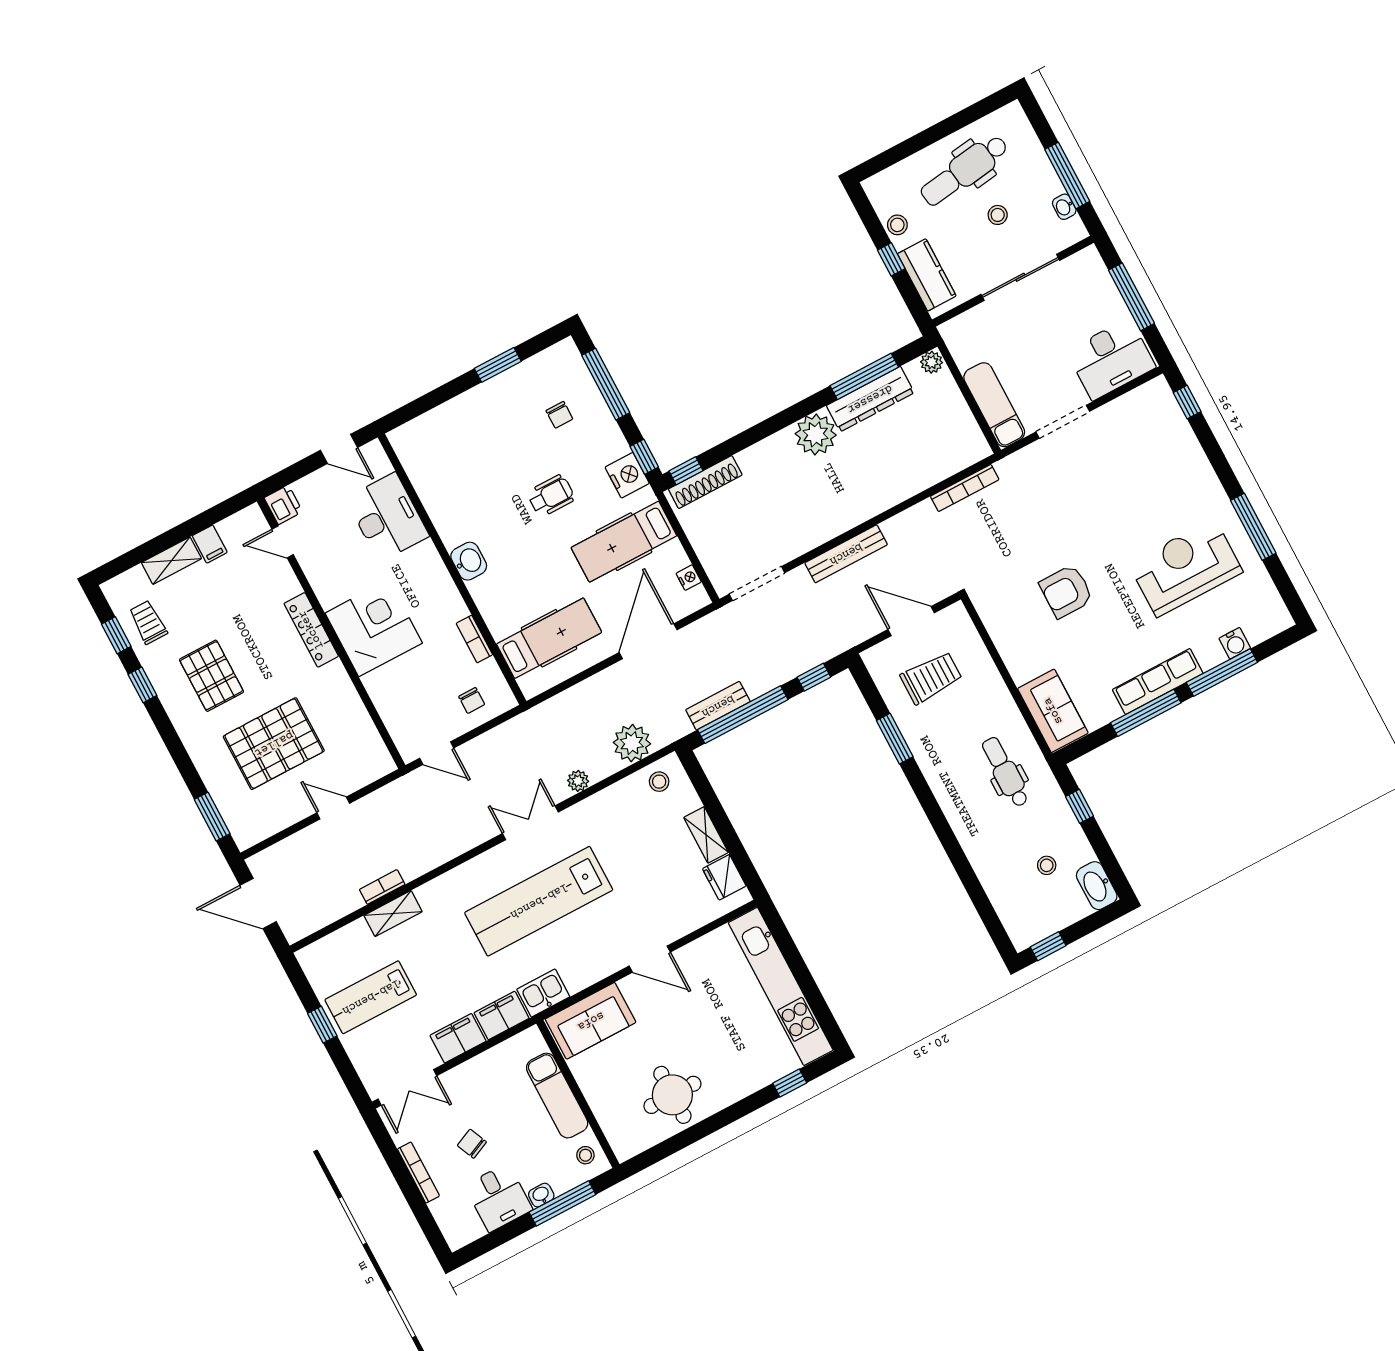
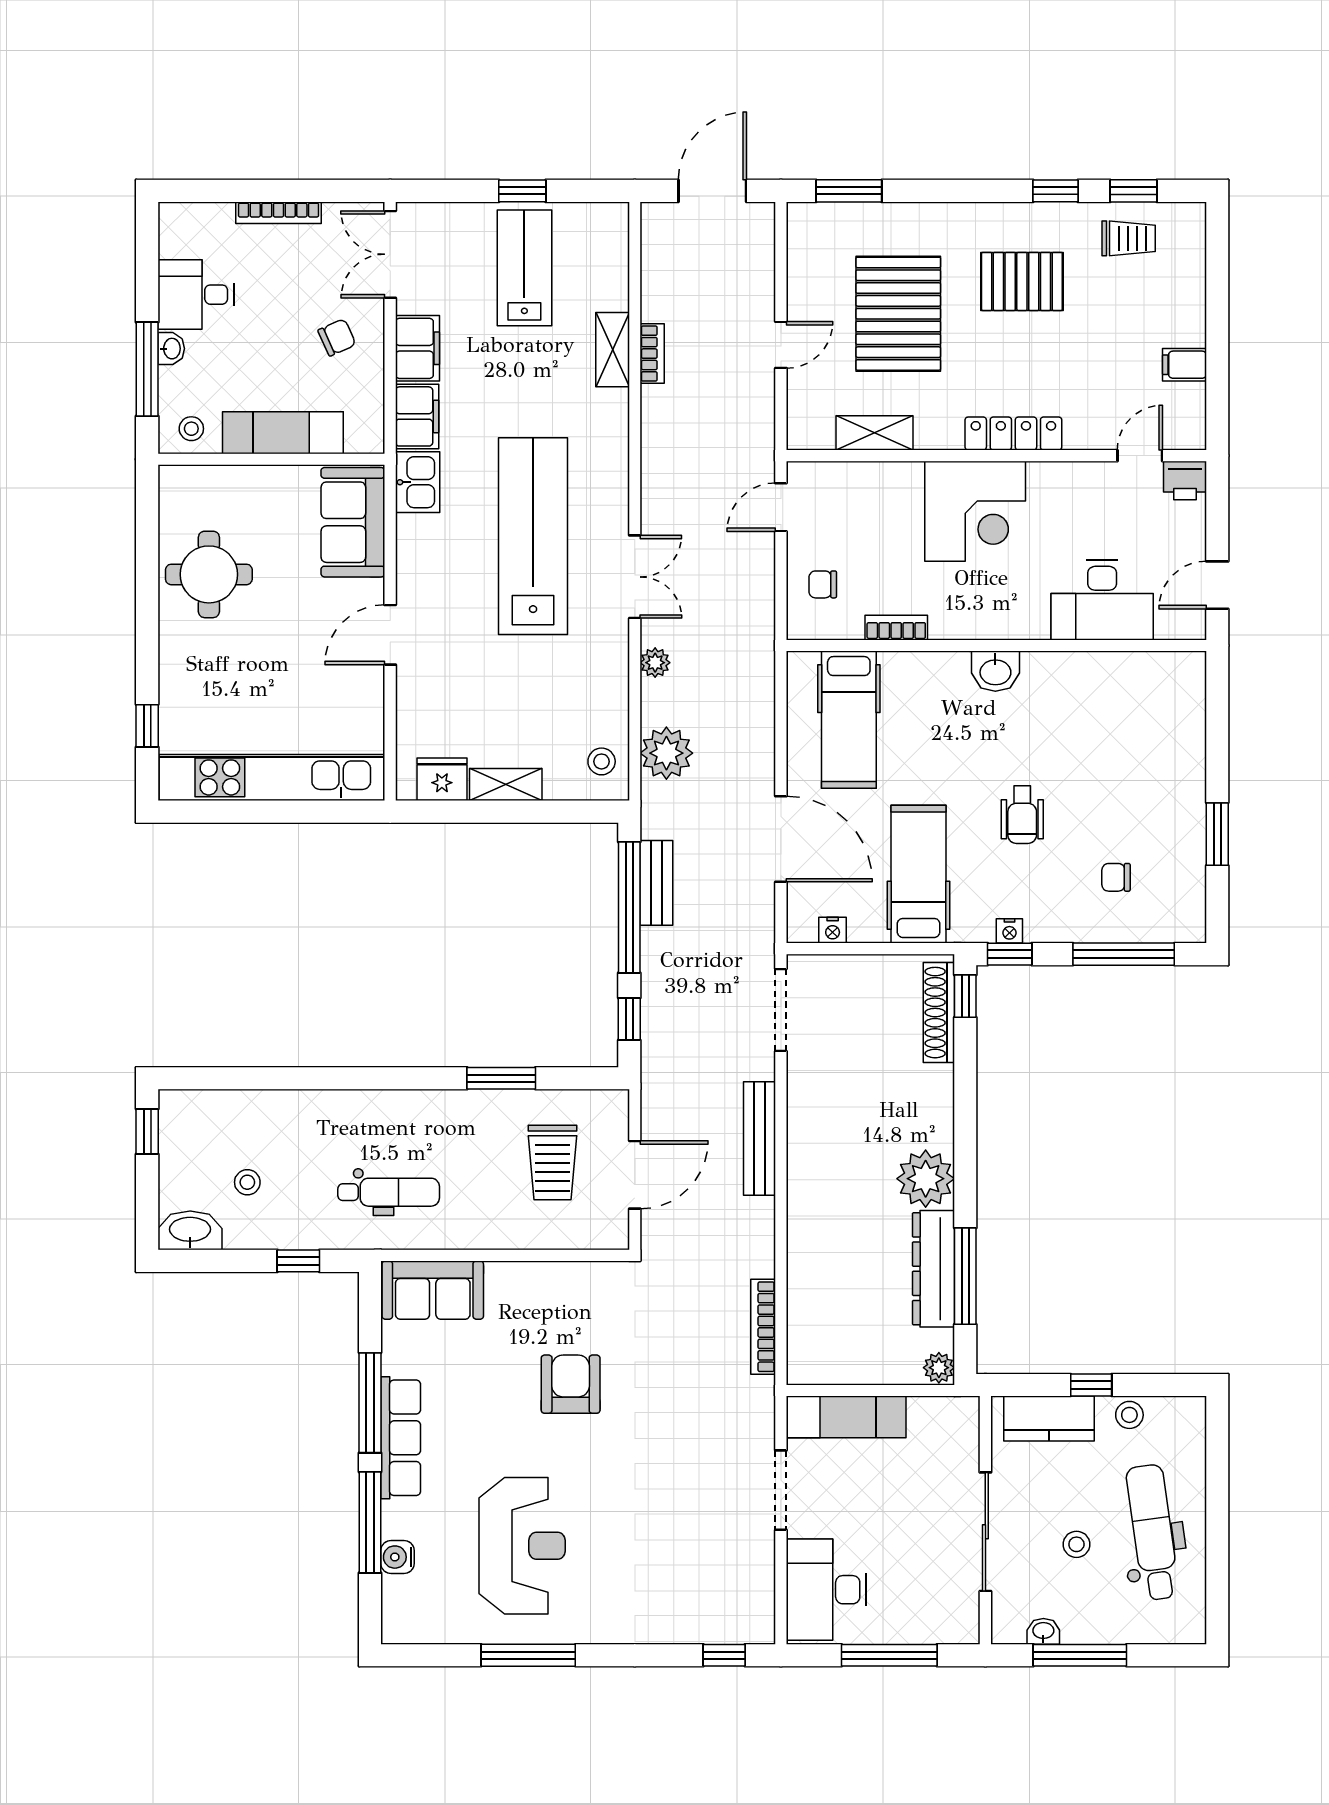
nightstand: (627, 475) -> (1009, 931), width x0.53, depth x0.56
shelving: (171, 561) -> (874, 433), moved, turned 90
chair: (472, 1144) -> (337, 337), moved

